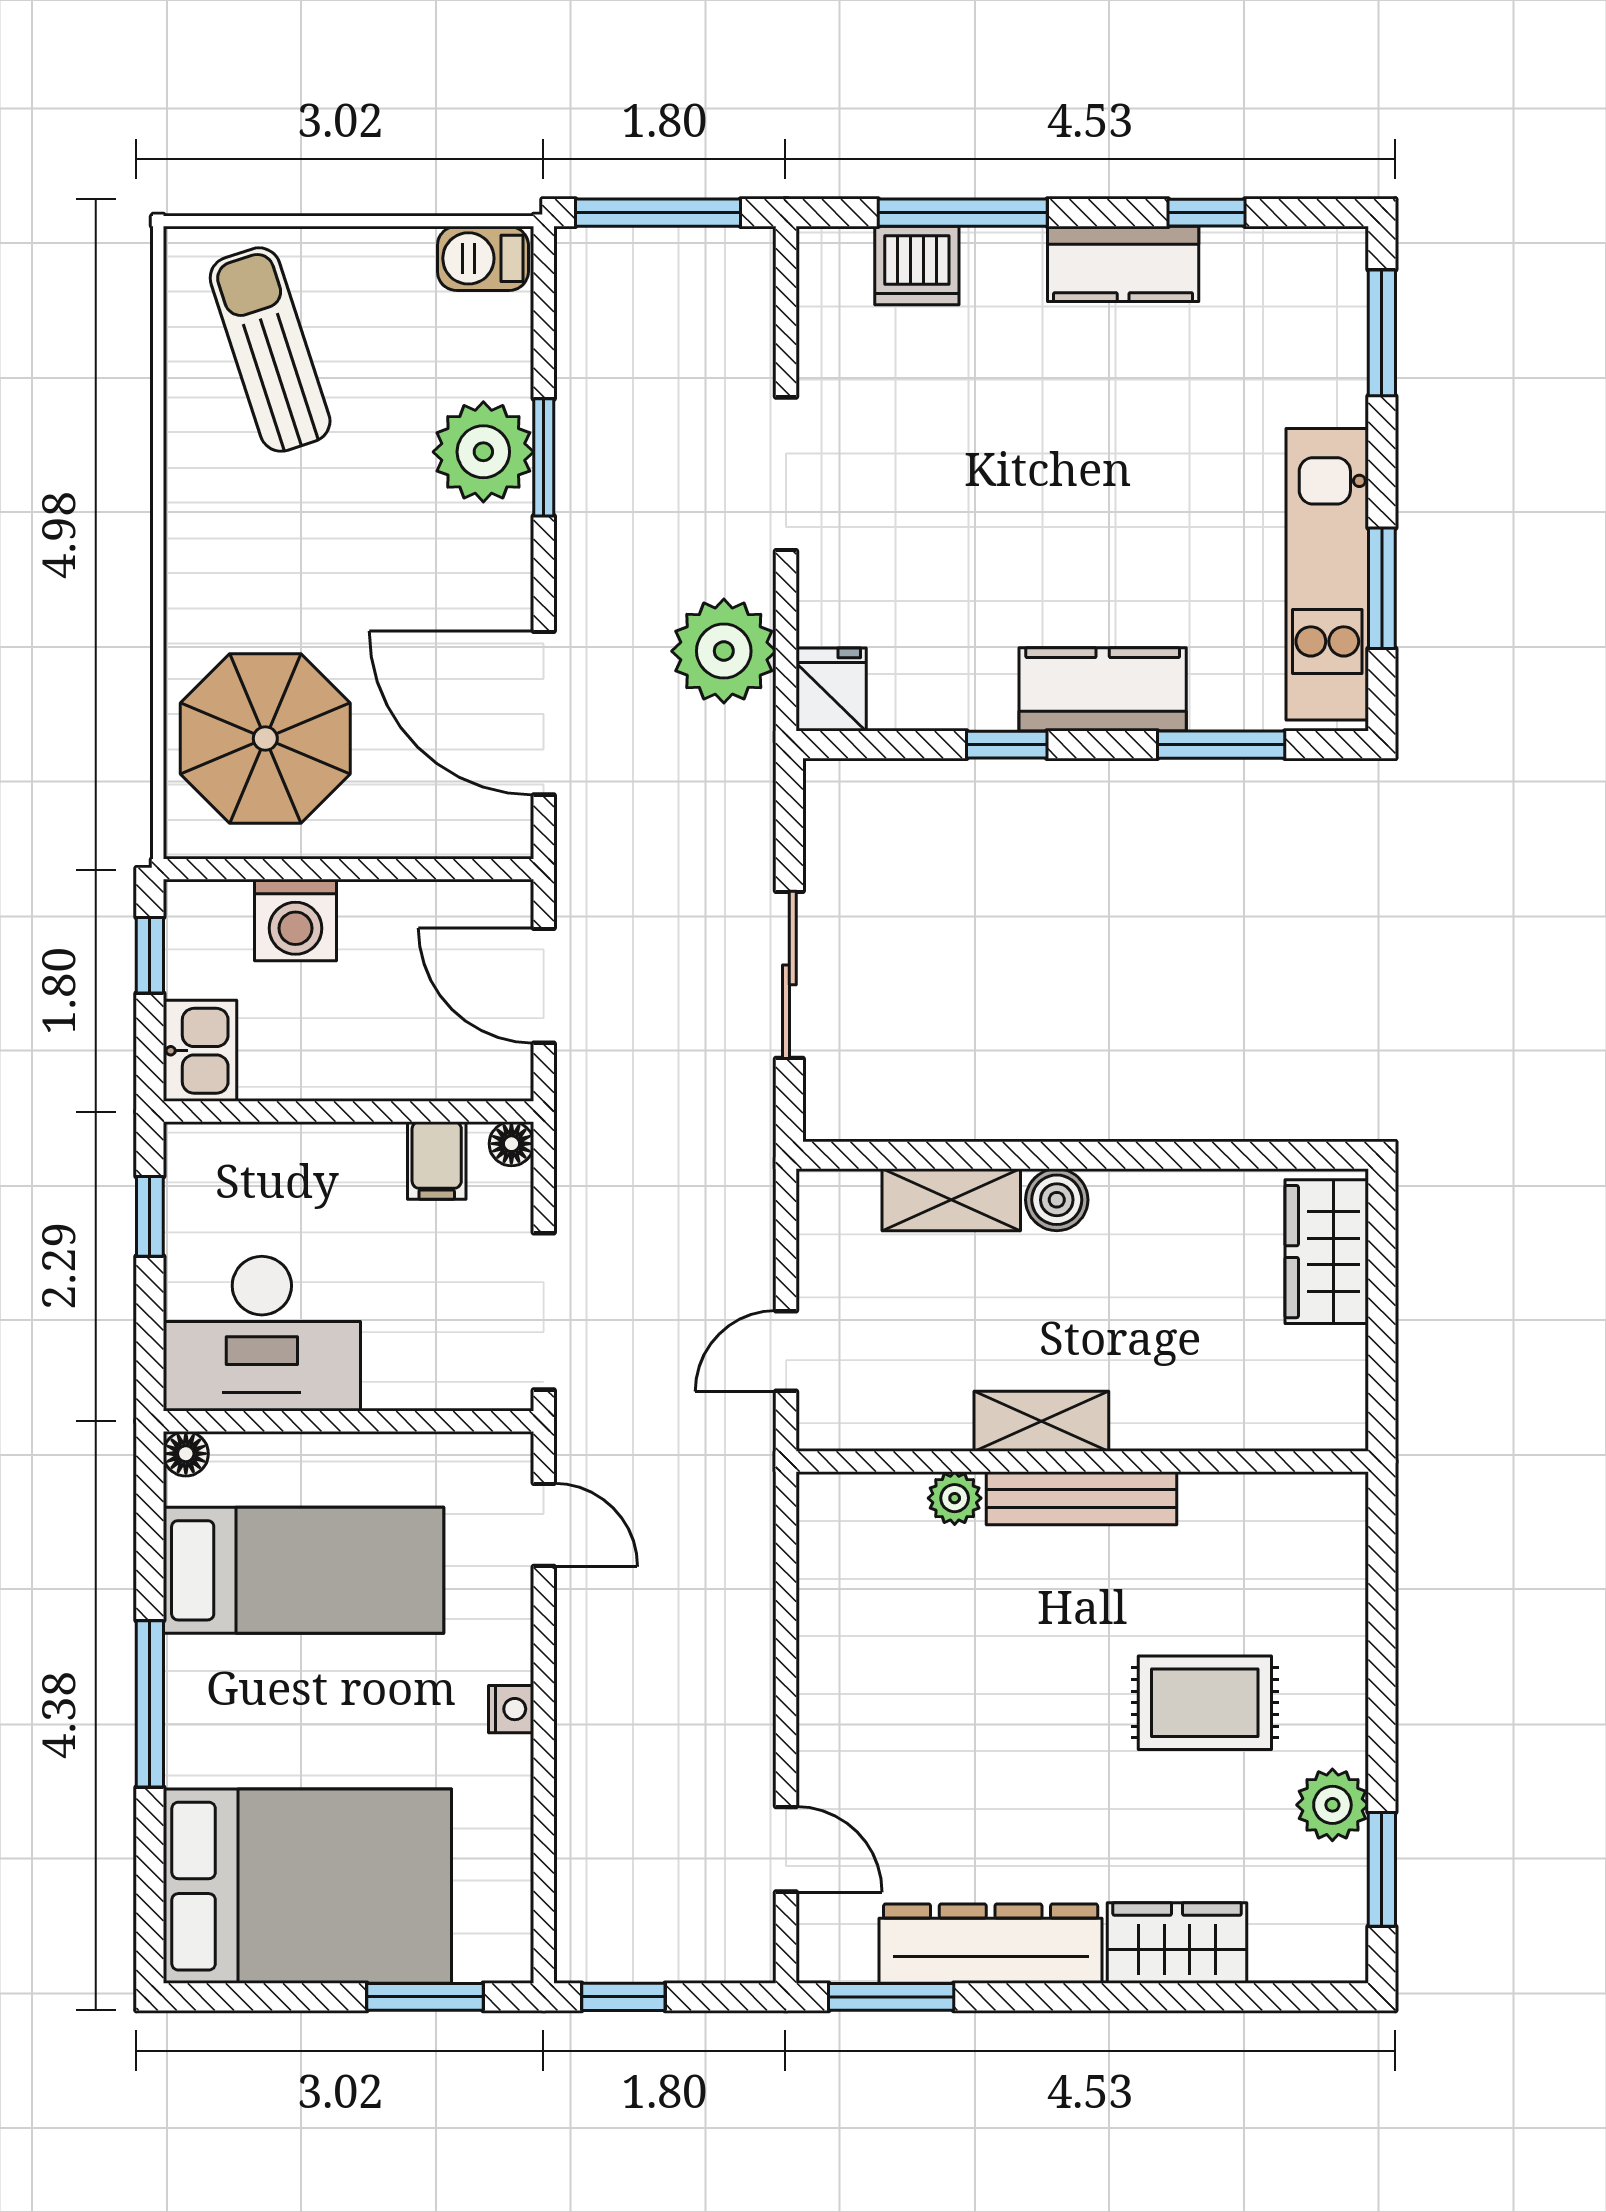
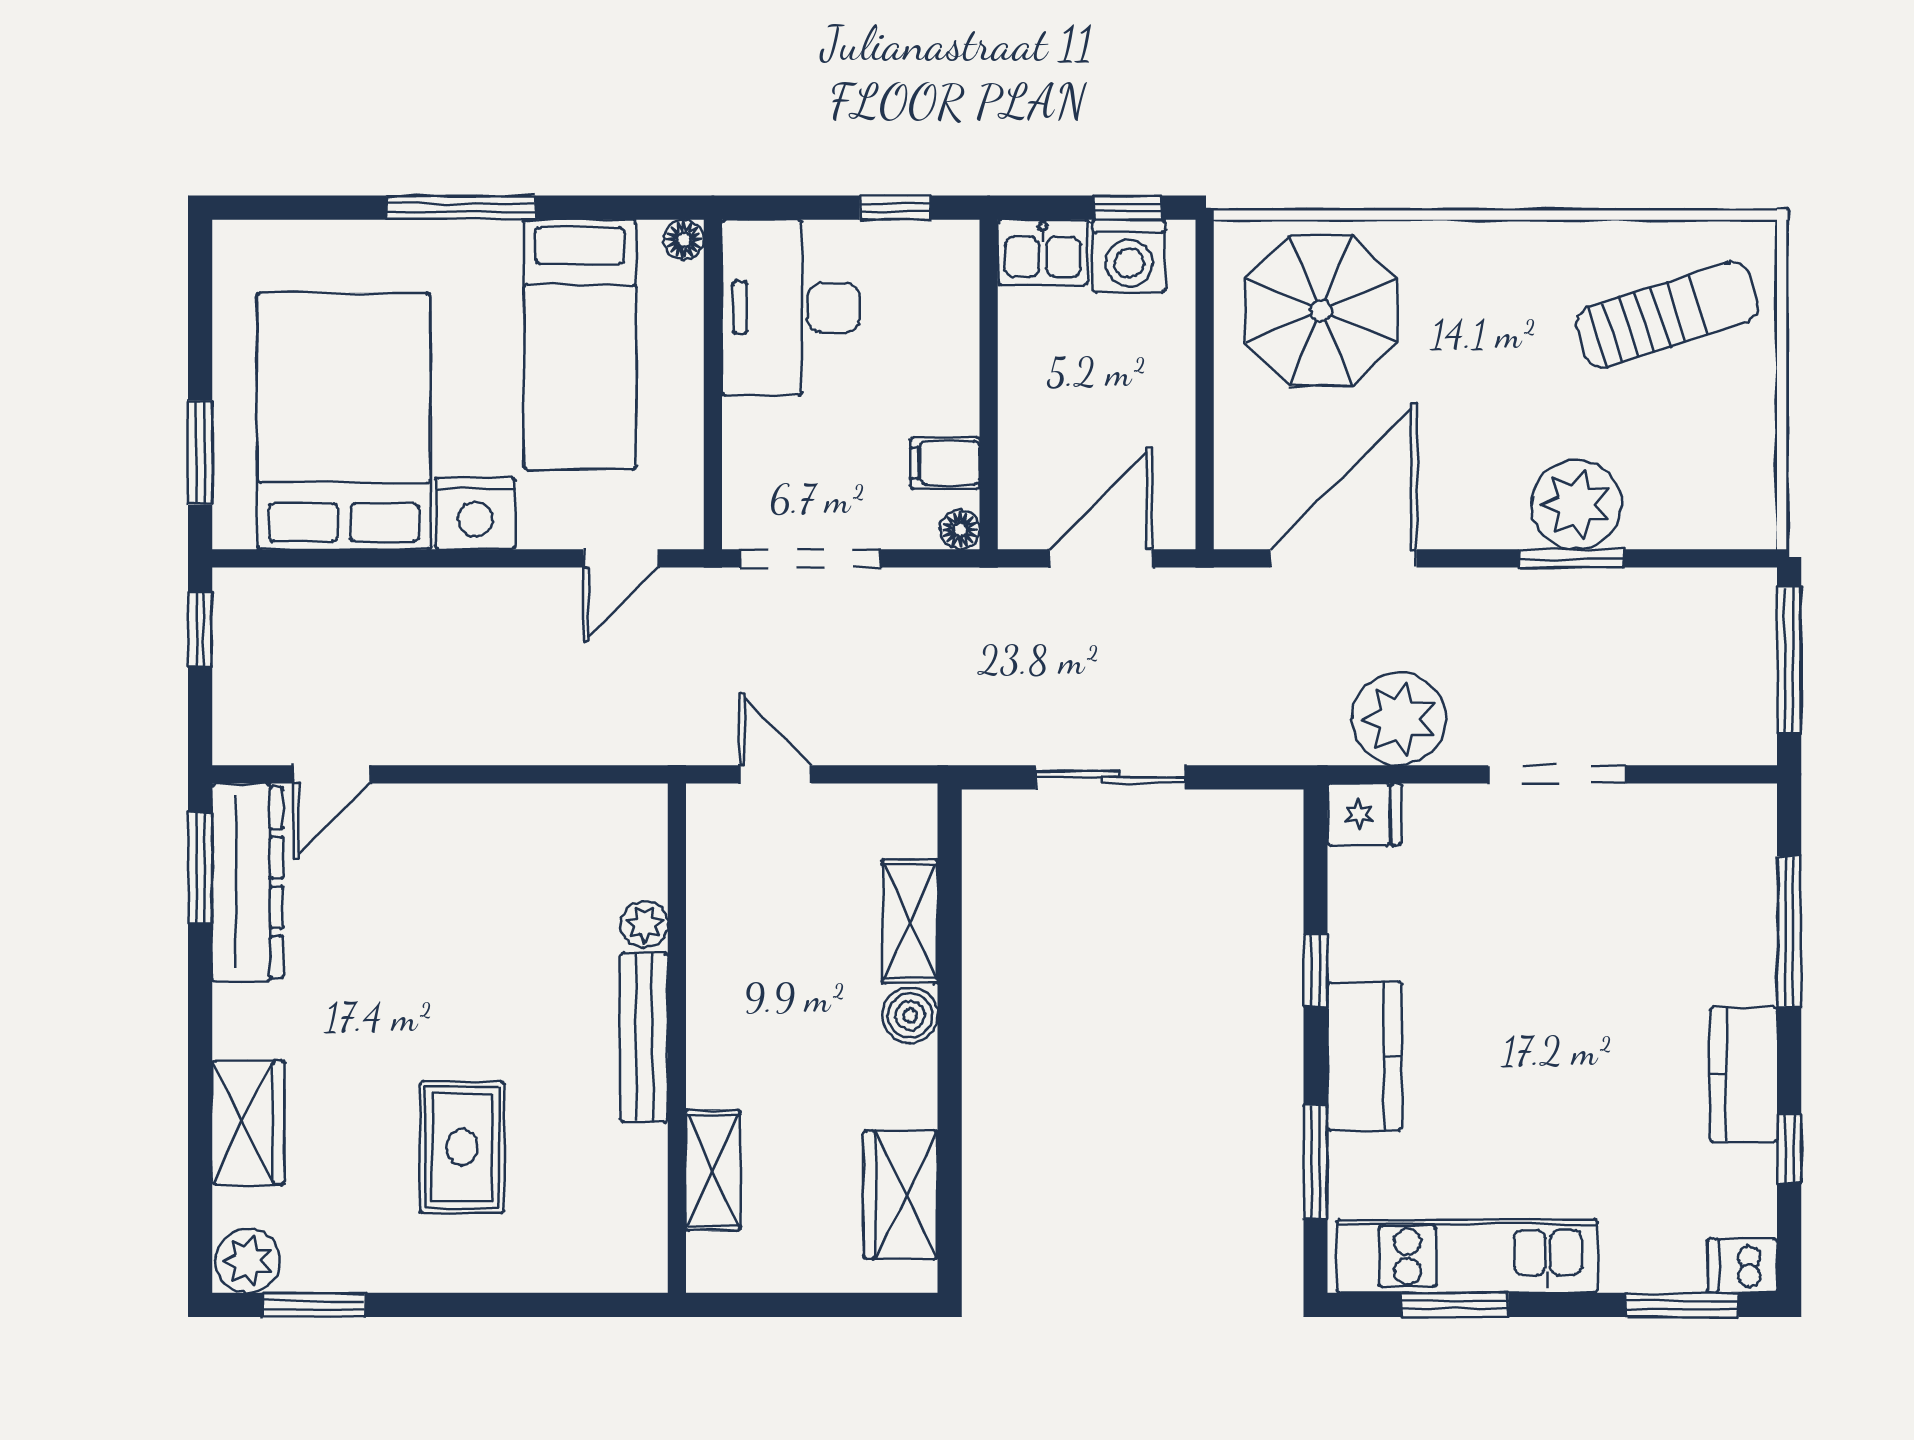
barbecue: (483, 258) -> (1749, 504), removed
dishwasher: (917, 265) -> (1742, 1266), moved, width x0.73
washing machine: (295, 920) -> (1129, 256), moved, turned -90
wardrobe: (1327, 1252) -> (901, 1195), moved, turned -90
shelving: (1041, 1421) -> (713, 1170), moved
nightstand: (511, 1709) -> (475, 513), width x1.89, depth x1.79
plant: (1332, 1805) -> (248, 1261), moved
bed: (307, 1886) -> (344, 421), moved, turned 180
dresser: (991, 1944) -> (248, 882), moved

